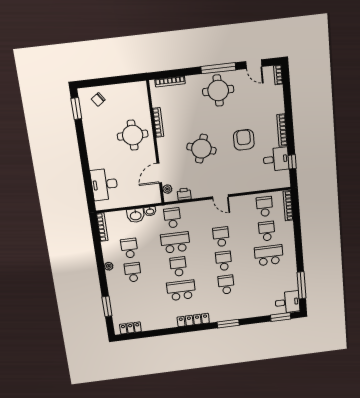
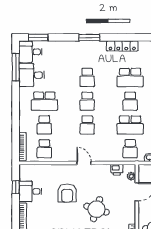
armchair: (244, 140) -> (67, 193), moved
desk: (284, 280) -> (32, 75), added

